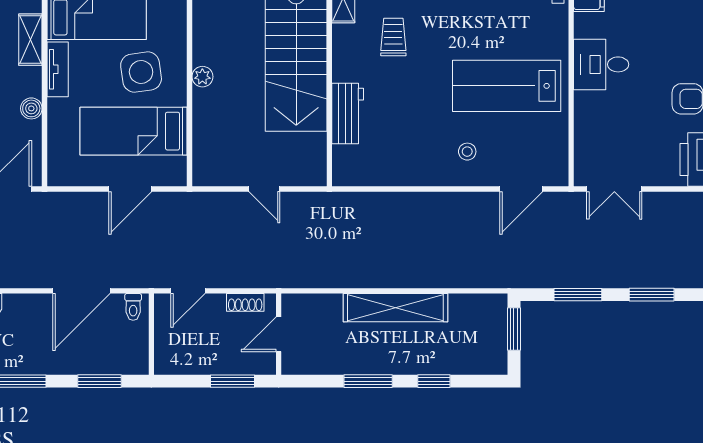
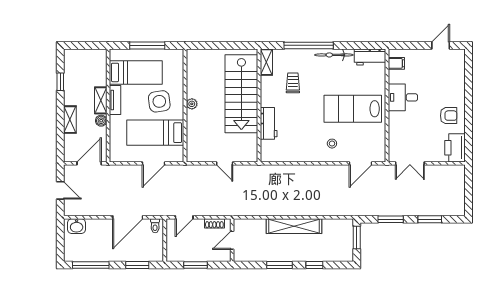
shelving: (30, 40) -> (101, 100), moved
window: (233, 381) -> (196, 265), moved

